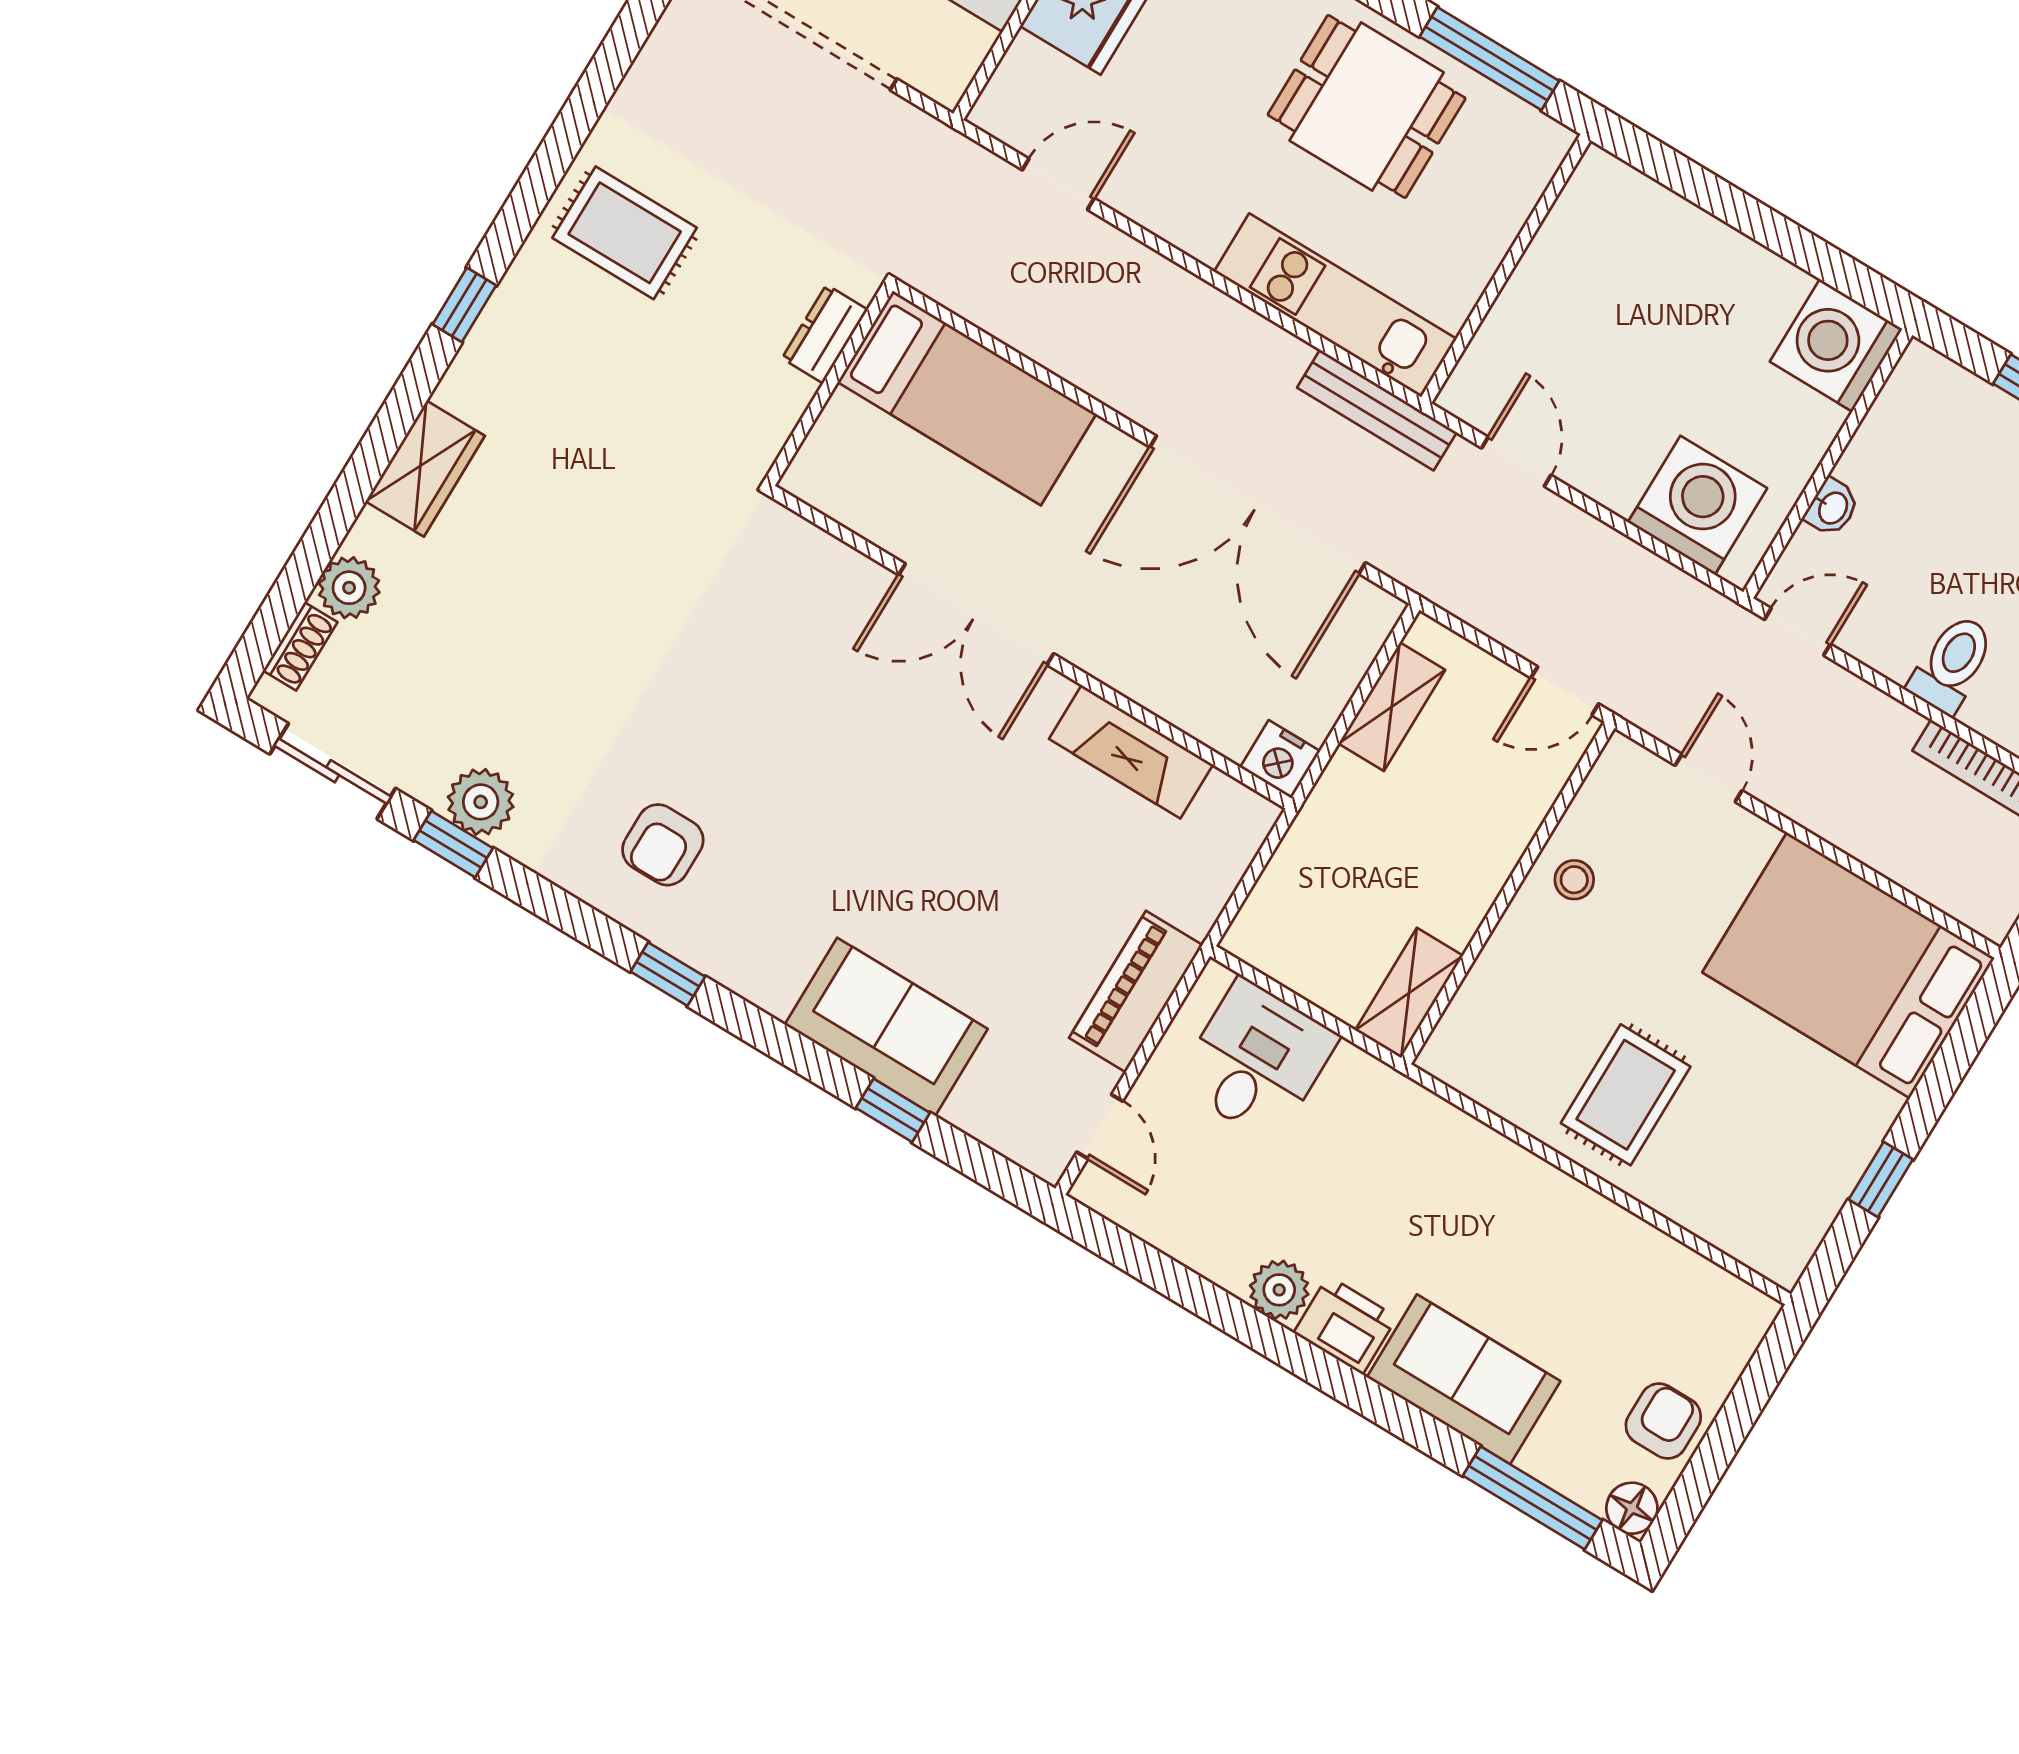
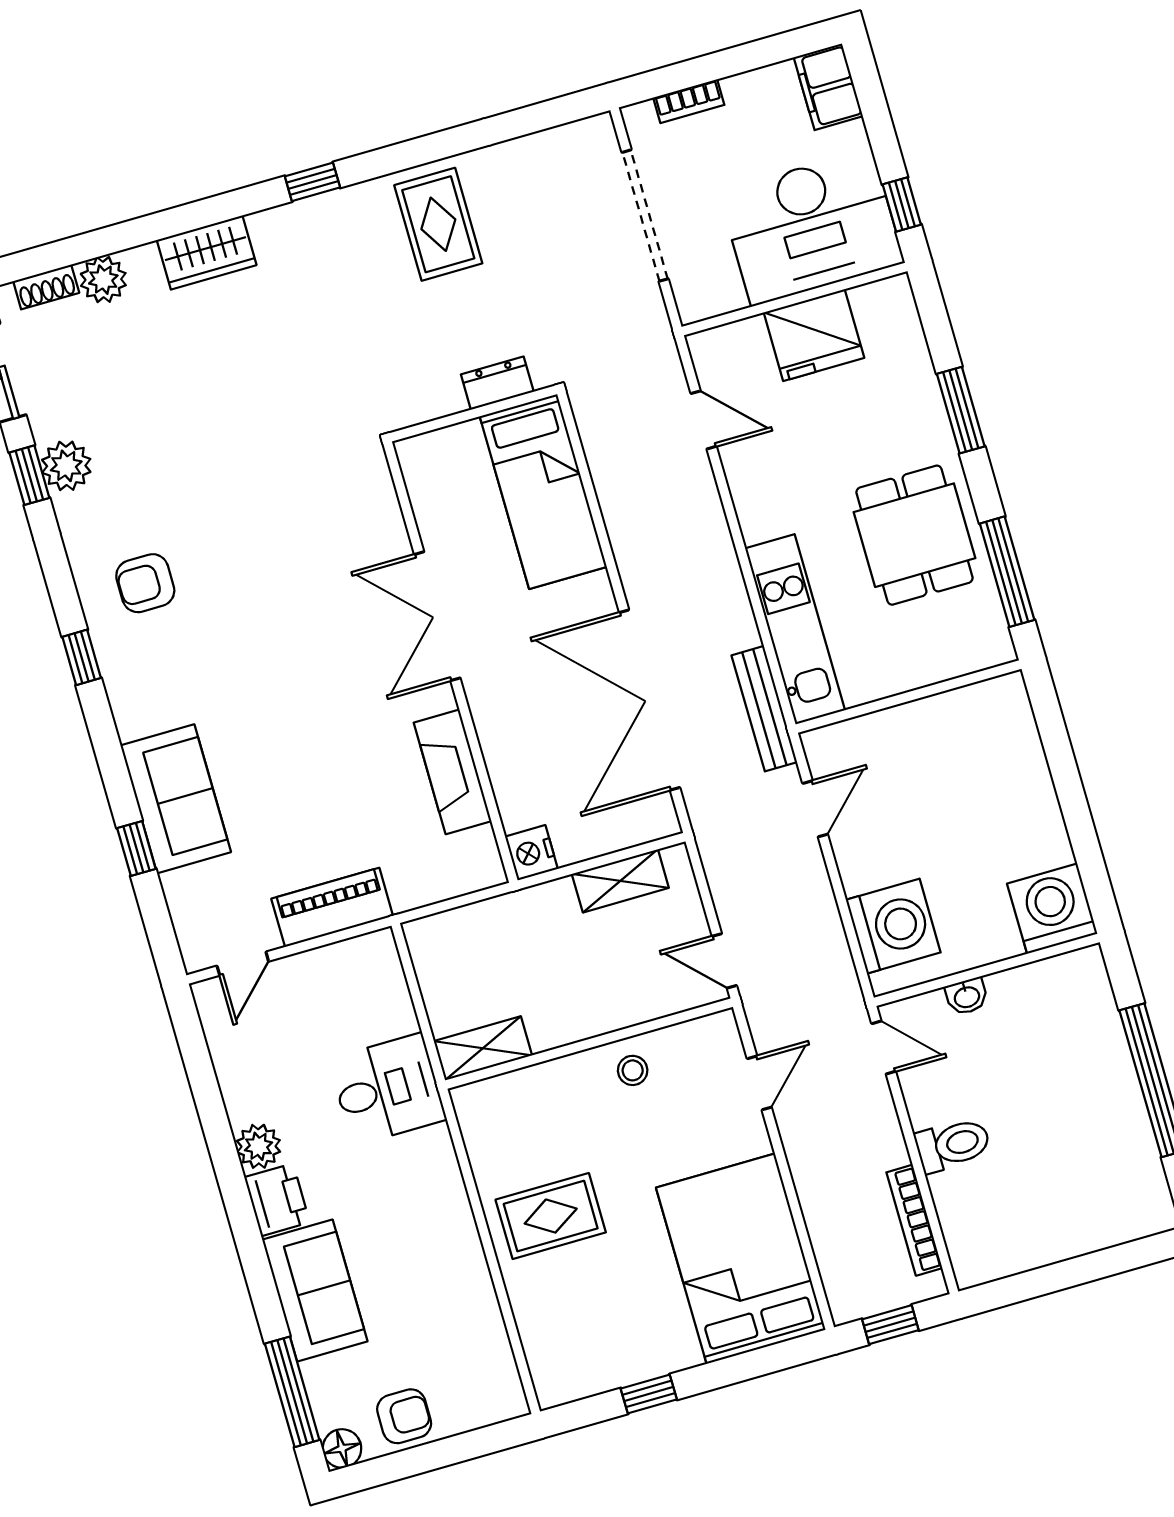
desk: (1257, 1060) -> (387, 1089), moved

